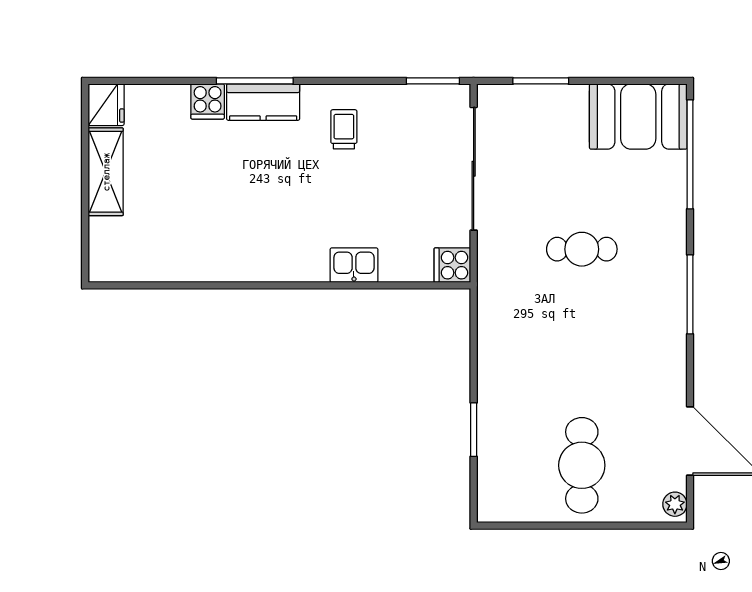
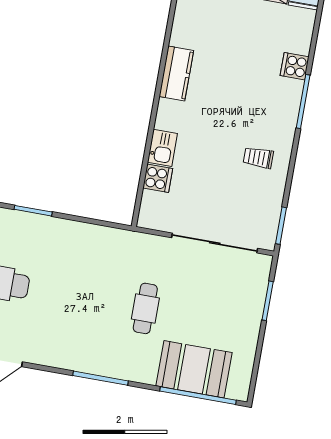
kitchen counter: (263, 102) -> (176, 73), moved, turned 180
booth: (638, 117) -> (194, 369), moved, turned 90
trolley: (344, 129) -> (258, 158), turned 180
cooker: (452, 265) -> (158, 178), moved, turned 90

